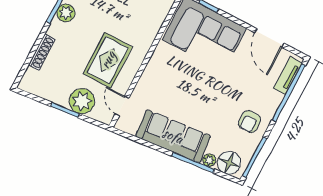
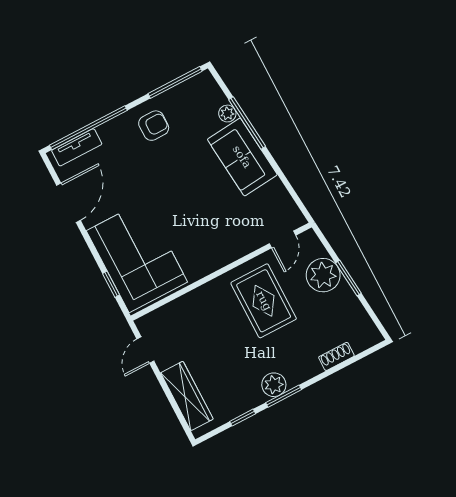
shoe rack: (42, 52) -> (336, 356), width x0.70
rug: (108, 60) -> (264, 301), turned 90
sofa: (173, 136) -> (242, 157), width x0.73
floor lamp: (229, 163) -> (208, 96), removed

